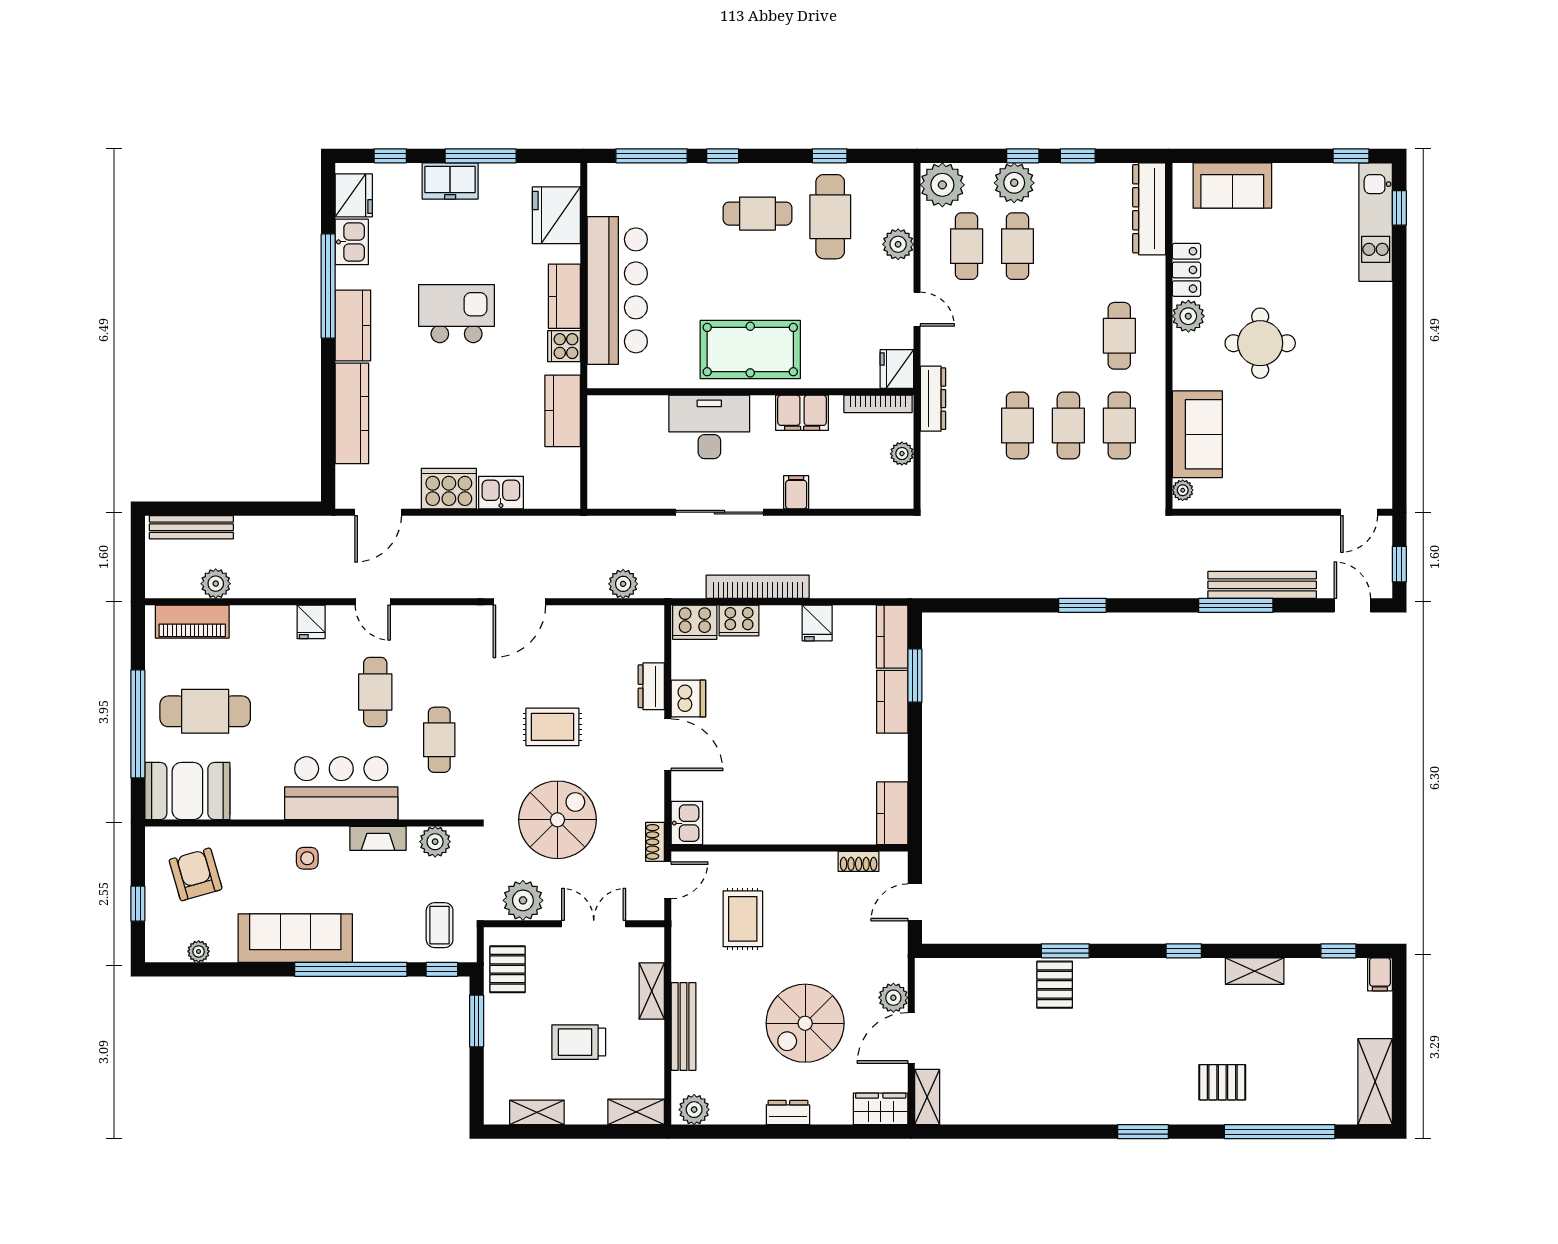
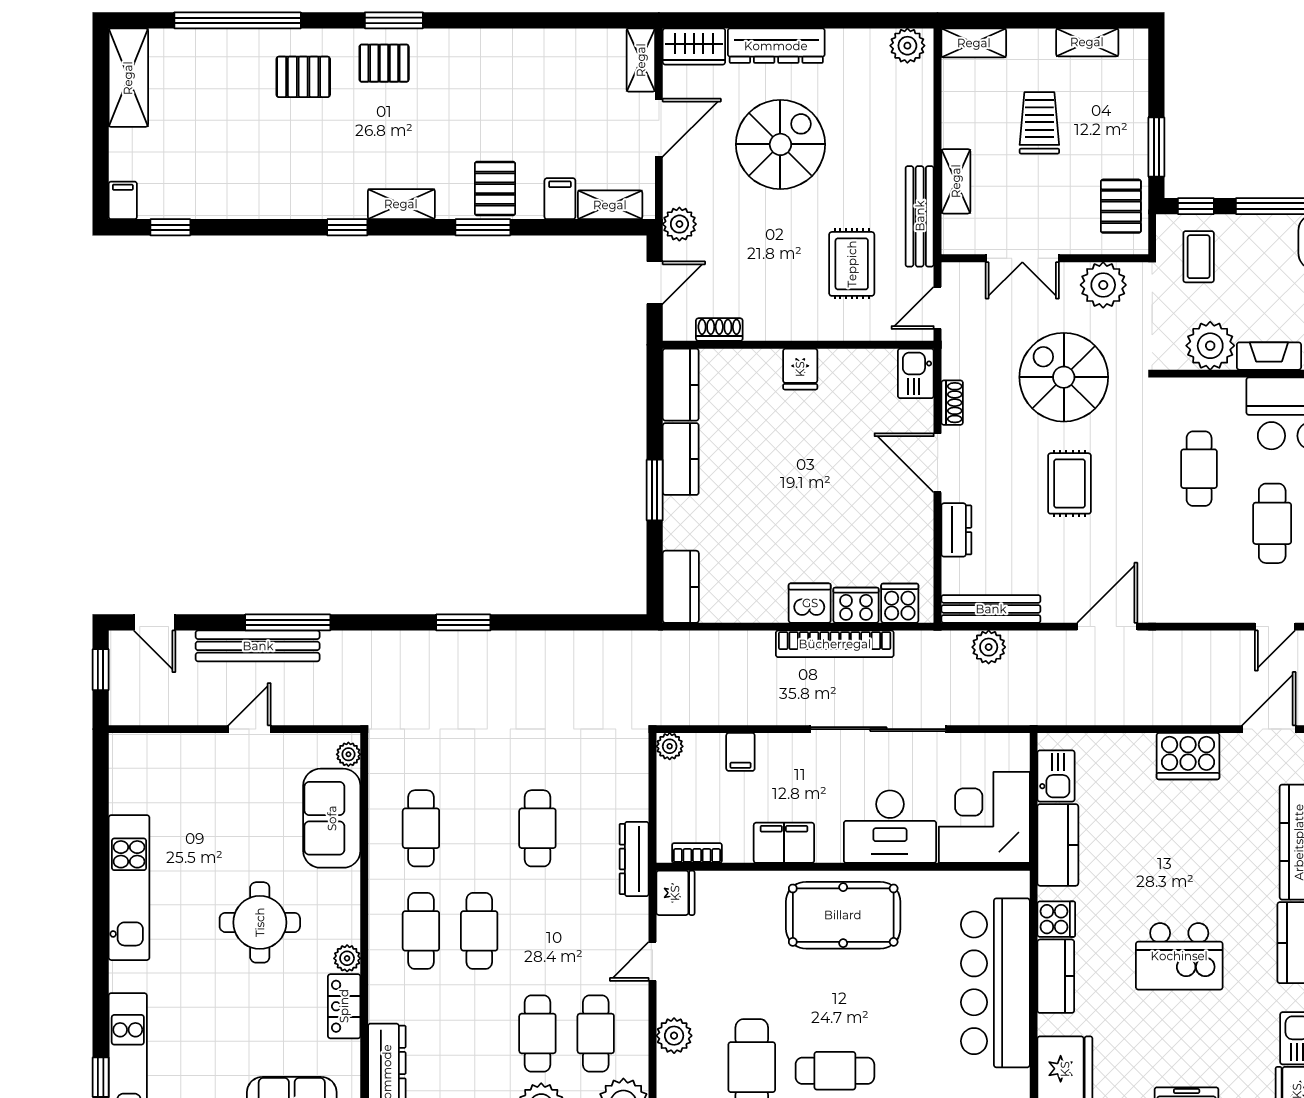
door: (917, 309) -> (652, 961), hinge flipped
plant: (1188, 316) -> (347, 958), width x0.73, depth x0.73
kitchen unit: (1374, 374) -> (129, 888), added
bookcase: (878, 404) -> (697, 853), width x0.64
cafe table: (1068, 425) -> (479, 931), moved
corner desk: (627, 435) -> (984, 817), added
plant: (902, 454) -> (670, 746), moved
filing cabinet: (796, 492) -> (740, 752), moved
kitchen sink: (501, 493) -> (1056, 776), moved, turned -90
sliding door: (720, 512) -> (878, 729), width x1.36
door: (1359, 512) -> (249, 729), moved
door: (373, 602) -> (1275, 627), swing flipped
bench: (621, 617) -> (991, 609), added
cooker: (695, 622) -> (900, 603), width x0.73
fridge: (817, 623) -> (800, 369), moved, turned 180
window: (915, 676) -> (655, 490), moved
dishwasher: (688, 699) -> (810, 603), moved, turned 90
kitchen counter: (892, 702) -> (681, 459), moved
rug: (552, 727) -> (1069, 483), turned 90
spiral stairs: (557, 820) -> (1064, 377), turned 90
plant: (435, 842) -> (1210, 346), width x1.36, depth x1.36
shoe rack: (655, 842) -> (952, 403), moved
shelving: (954, 971) -> (610, 205), added
shelving: (1255, 971) -> (401, 204), moved
filing cabinet: (998, 976) -> (560, 199), added
plant: (893, 998) -> (679, 224), moved
bench: (683, 1027) -> (920, 216), moved
trolley: (579, 1042) -> (1039, 123), turned -90
pallet: (1152, 1094) -> (384, 63), added
dresser: (788, 1113) -> (776, 46), width x1.96, depth x1.24

